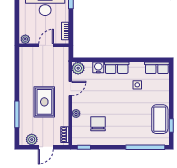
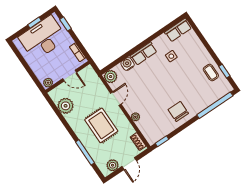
door: (46, 45) -> (70, 76), swing flipped
plant: (27, 67) -> (66, 106), added
coffee table: (160, 119) -> (211, 73), width x0.54, depth x0.58
chair: (98, 124) -> (178, 111), moved

